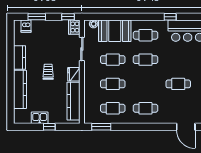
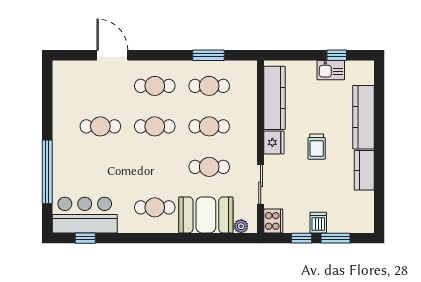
window: (68, 17) -> (302, 238), moved
window: (170, 17) -> (85, 238), moved
dishwasher: (26, 26) -> (318, 223), moved
cafe table: (145, 60) -> (155, 126), moved
window: (49, 127) -> (337, 55), moved
window: (101, 127) -> (208, 55), moved
door: (186, 127) -> (112, 55), moved

